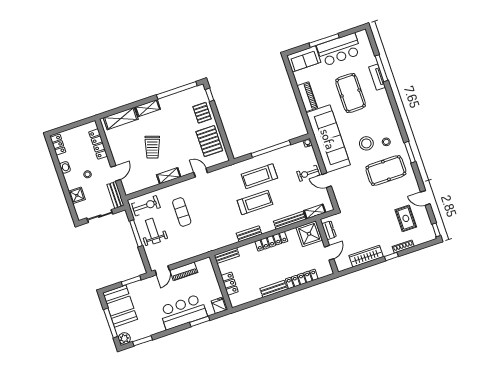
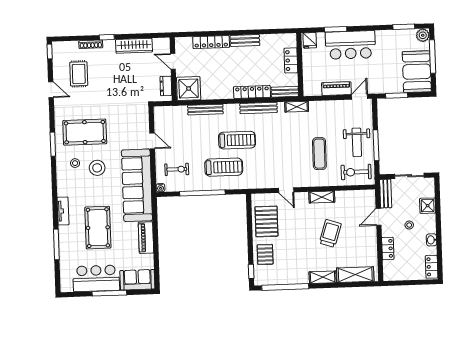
tv unit: (377, 77) -> (63, 211), moved
locker: (98, 144) -> (388, 248), width x0.66
exercise bike: (308, 173) -> (177, 169), moved
treadmill: (255, 202) -> (237, 140), turned 180
shelving: (315, 212) -> (297, 107), moved
bench: (249, 234) -> (259, 108), width x1.36
locker: (271, 241) -> (252, 92), moved
door: (329, 253) -> (173, 61), hinge flipped

